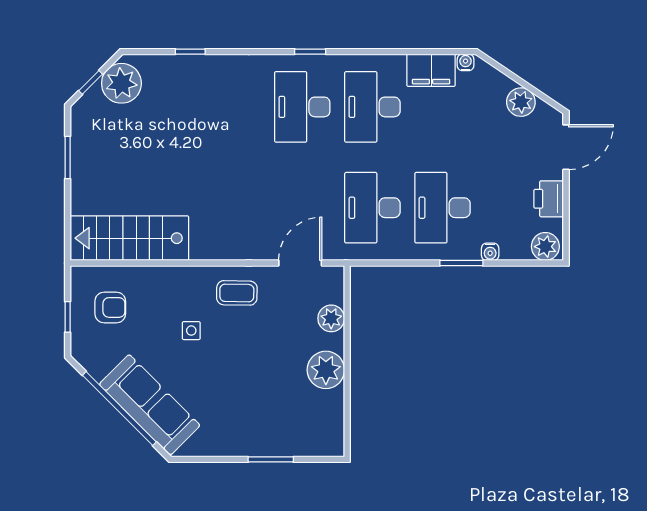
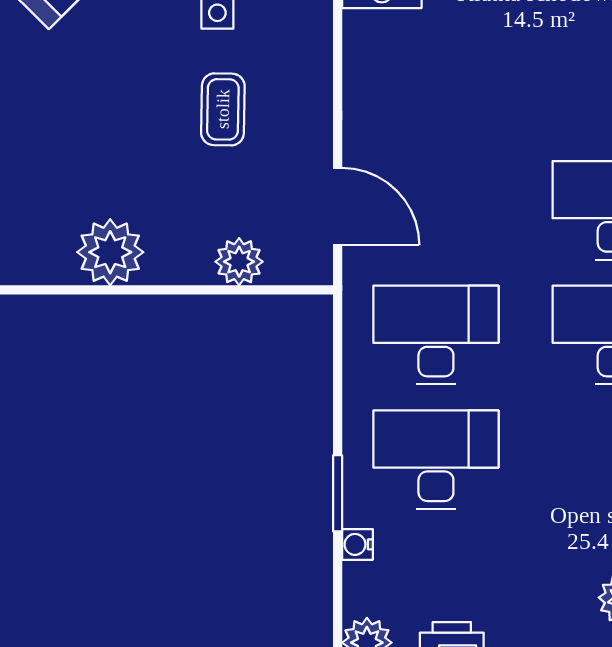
coffee table: (237, 293) -> (223, 109), moved
plant: (326, 370) -> (110, 252), moved

